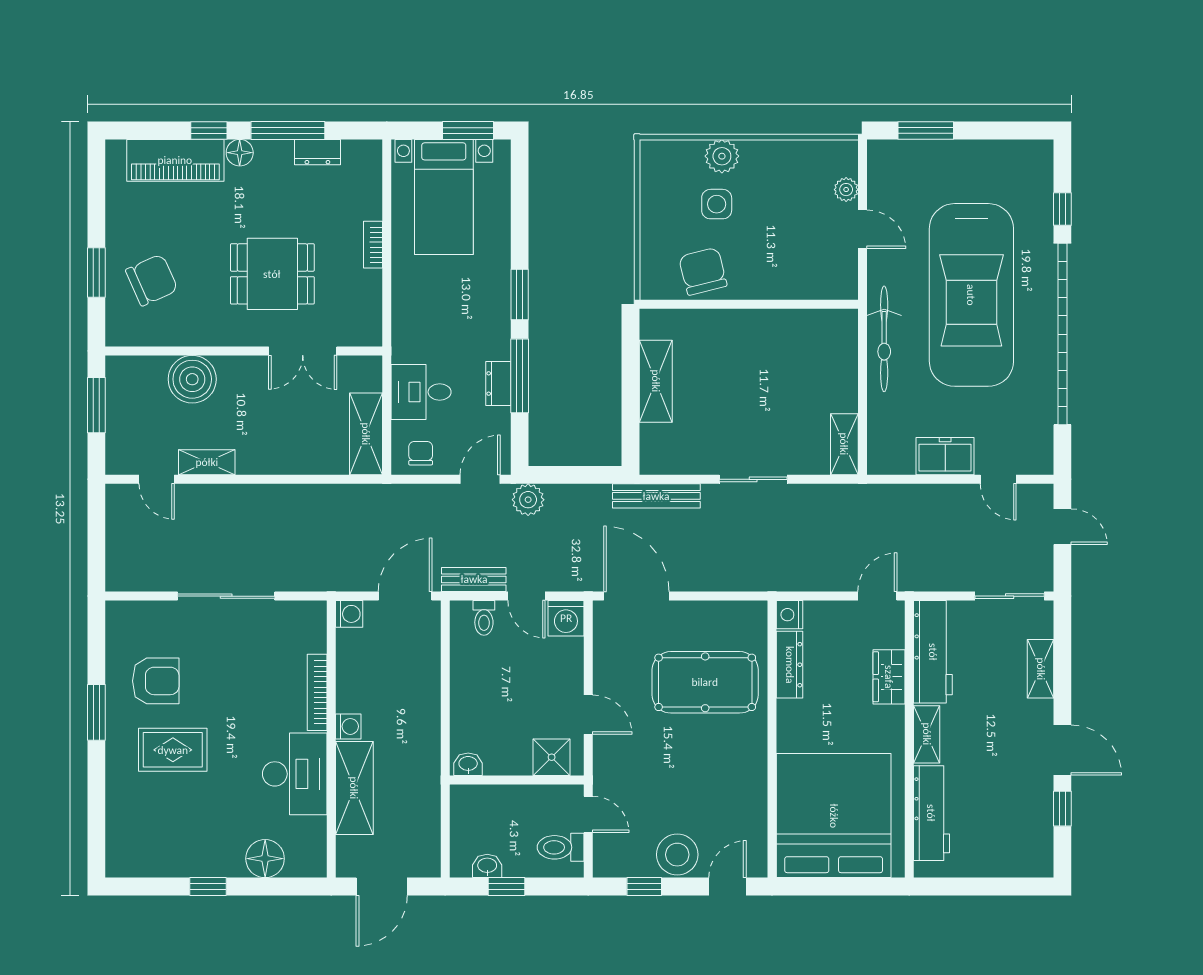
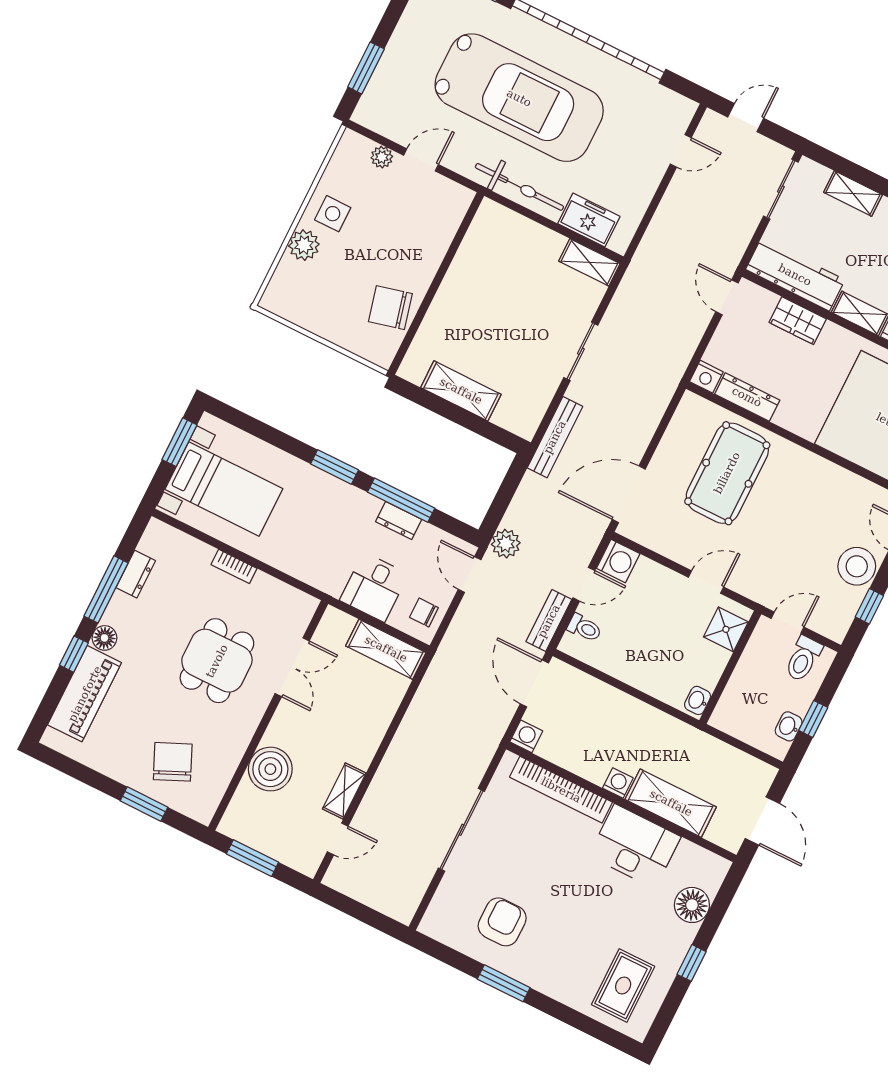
side table: (717, 204) -> (333, 214), moved
freezer: (945, 456) -> (589, 220), moved, turned 90
bookcase: (317, 692) -> (561, 790), width x1.48, depth x1.31
rug: (173, 750) -> (623, 986), moved

